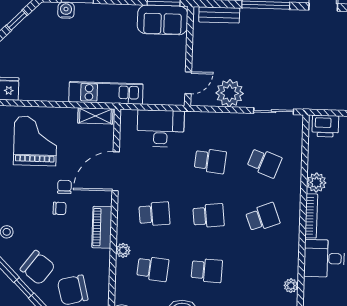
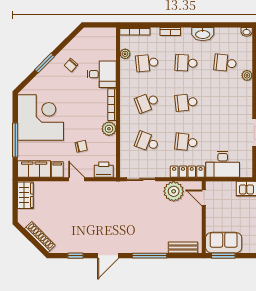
door: (188, 83) -> (204, 198), hinge flipped
locker: (210, 120) -> (187, 172), added
school desk: (154, 214) -> (147, 63), moved

